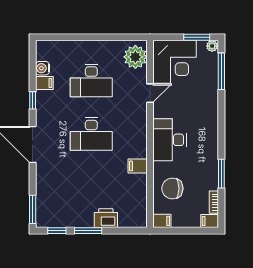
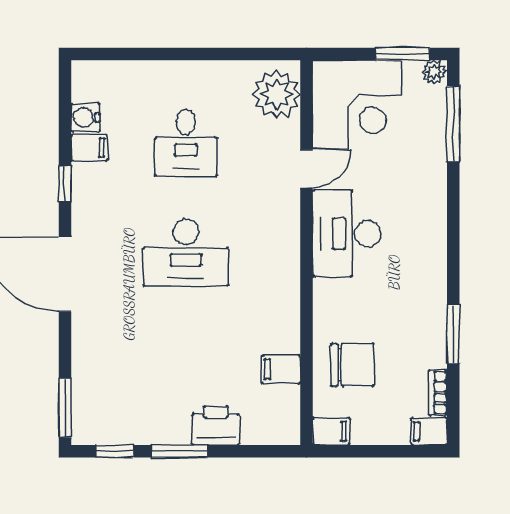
desk: (91, 80) -> (186, 143), width x0.73
desk: (170, 140) -> (347, 234), moved
filing cabinet: (138, 166) -> (281, 369), moved
chair: (172, 188) -> (352, 365), turned 180

